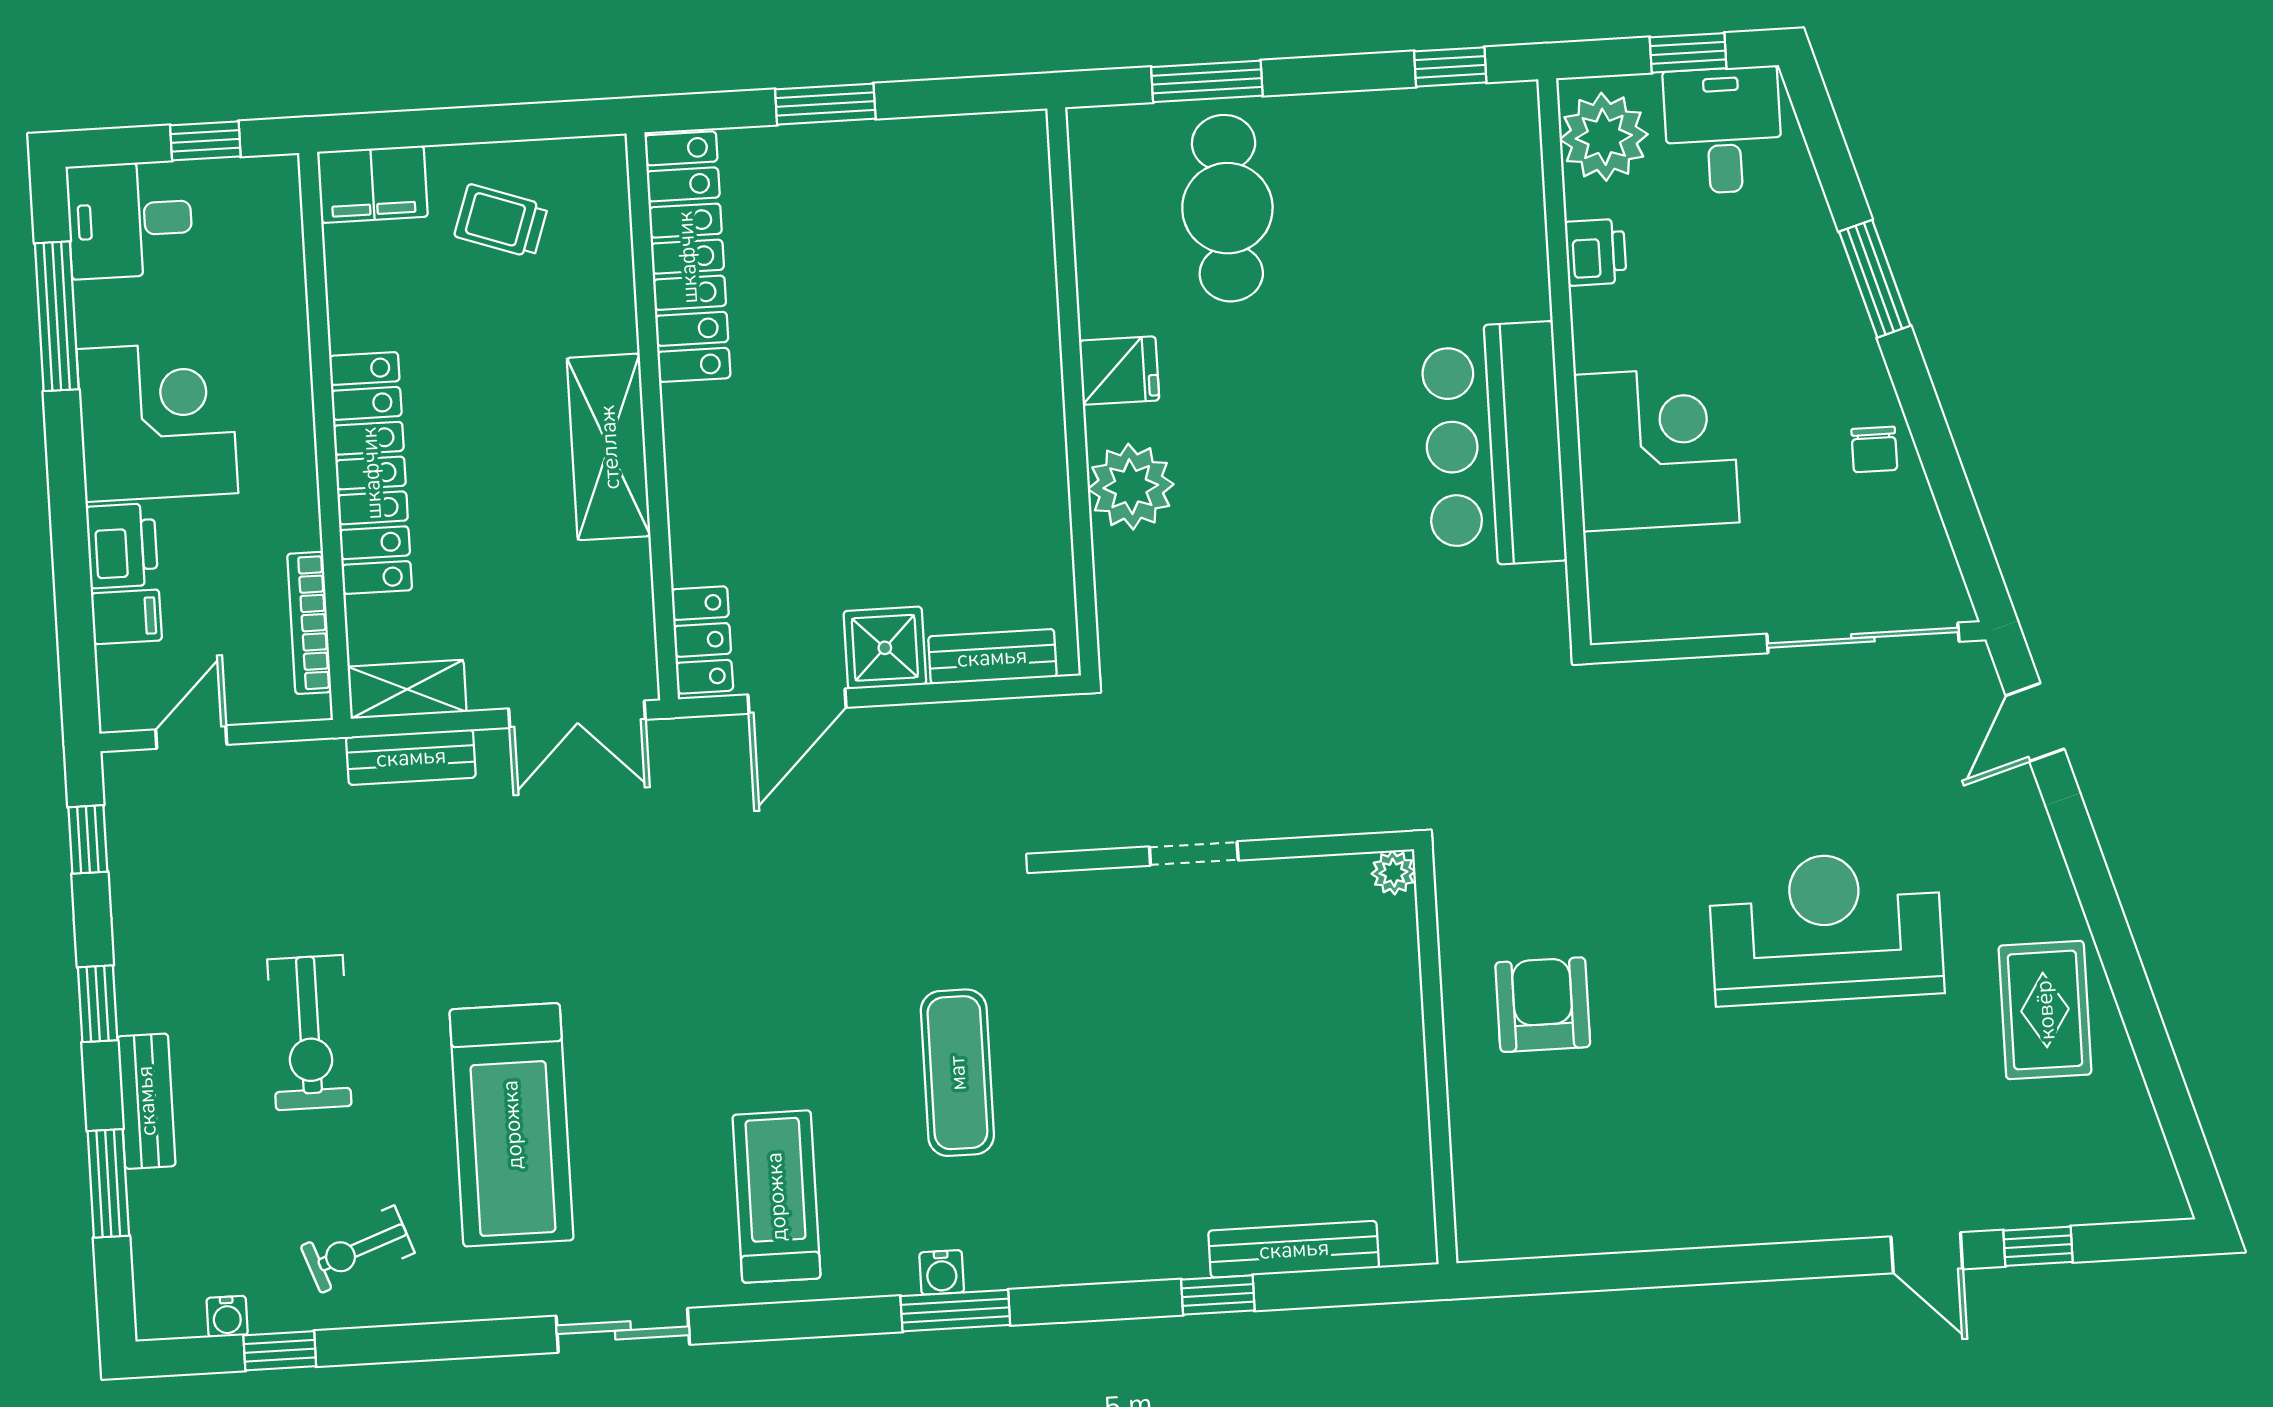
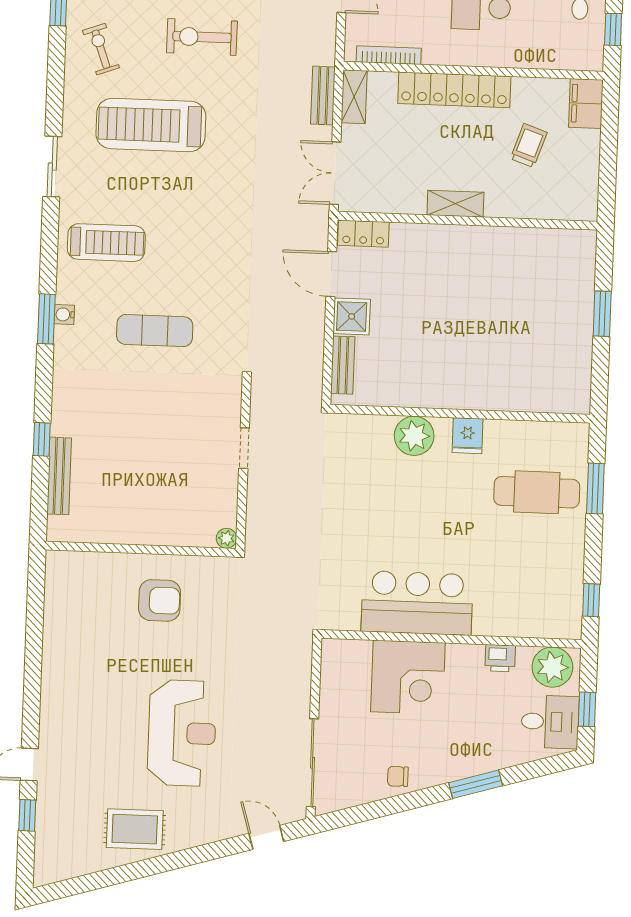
trolley: (501, 221) -> (529, 145), moved
locker: (687, 257) -> (539, 244), removed
shelving: (609, 447) -> (455, 204), width x0.67, depth x0.75

